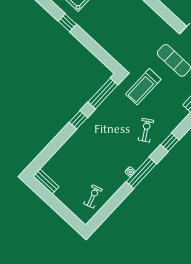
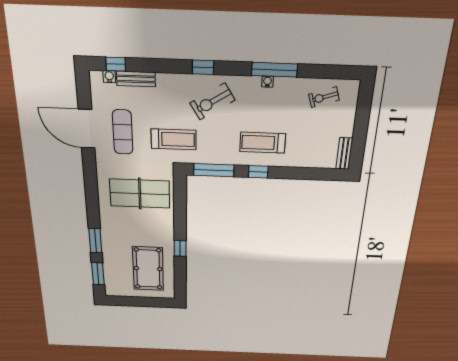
table tennis table: (127, 33) -> (140, 194), added
exercise bike: (146, 130) -> (212, 102), width x1.38, depth x1.39
treadmill: (95, 138) -> (263, 143), added
window: (141, 173) -> (275, 70), moved

